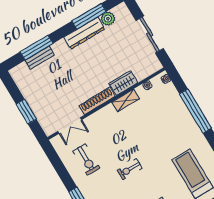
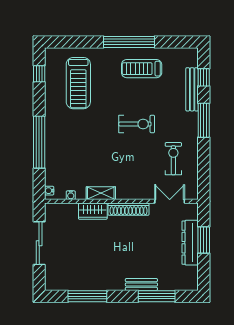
plant: (108, 19) -> (70, 283), removed
dresser: (84, 33) -> (190, 243), moved, turned -90
bench: (40, 58) -> (141, 284), moved
exercise bike: (130, 169) -> (137, 124), width x1.38, depth x1.39

